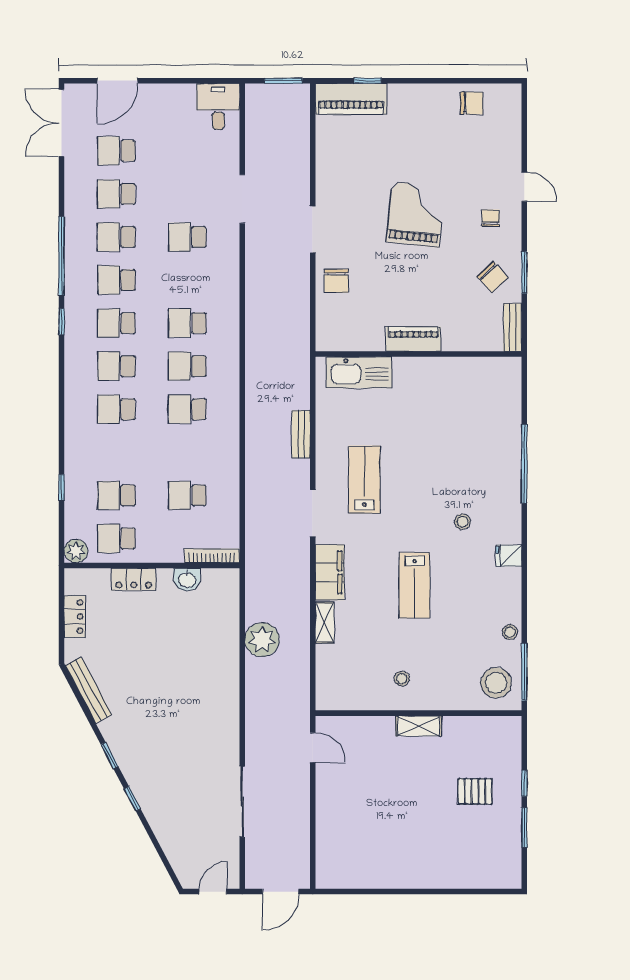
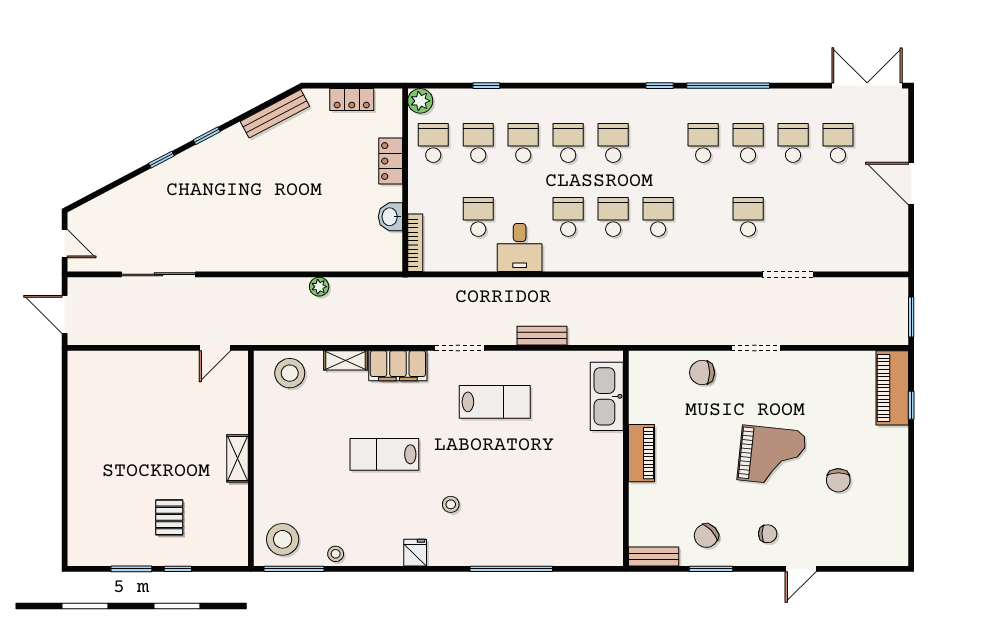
door: (117, 81) -> (911, 184), moved
chair: (472, 103) -> (838, 480), moved
desk: (218, 106) -> (520, 247), moved, turned 90
school desk: (116, 323) -> (523, 143), moved
plant: (262, 640) -> (319, 287), width x0.53, depth x0.53
stool: (402, 679) -> (290, 373), moved, width x1.89, depth x1.89

